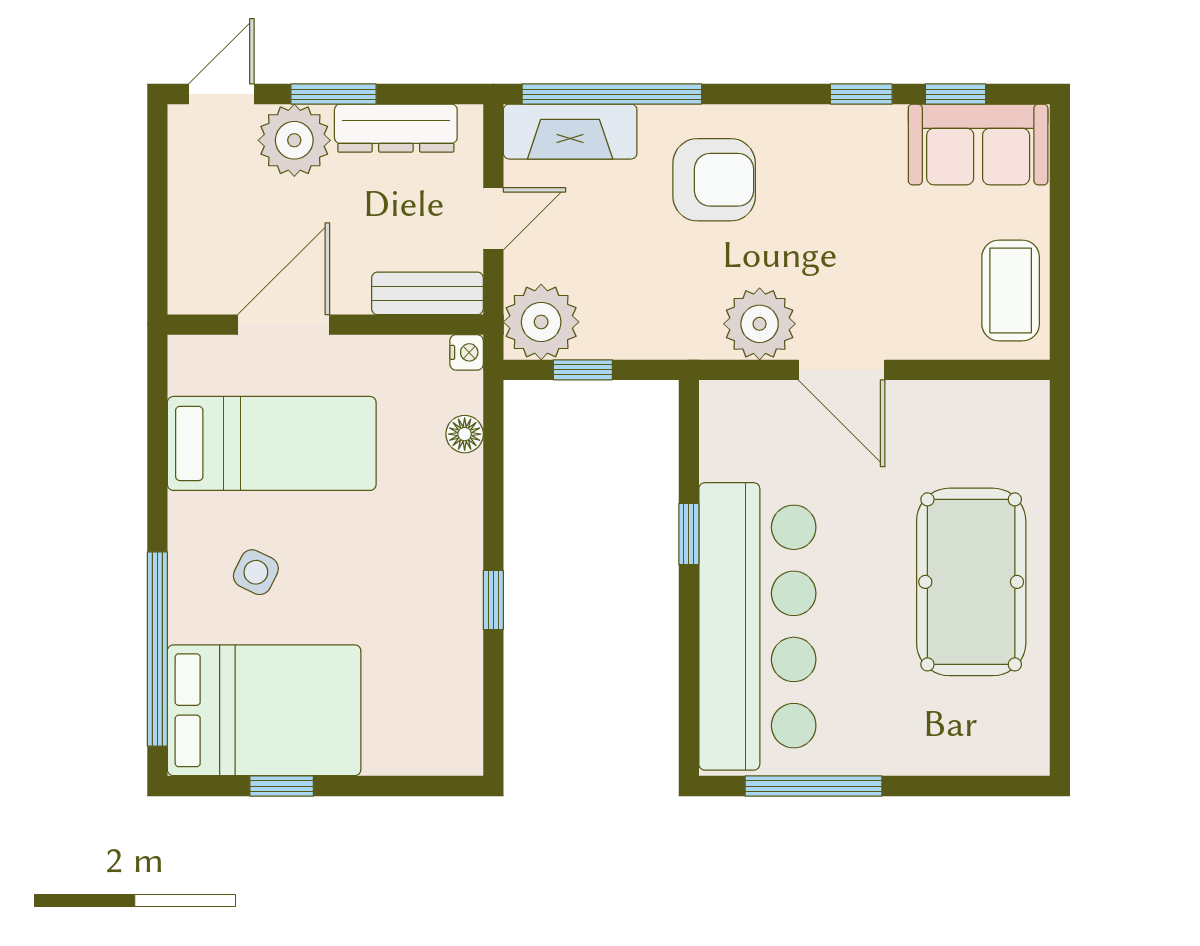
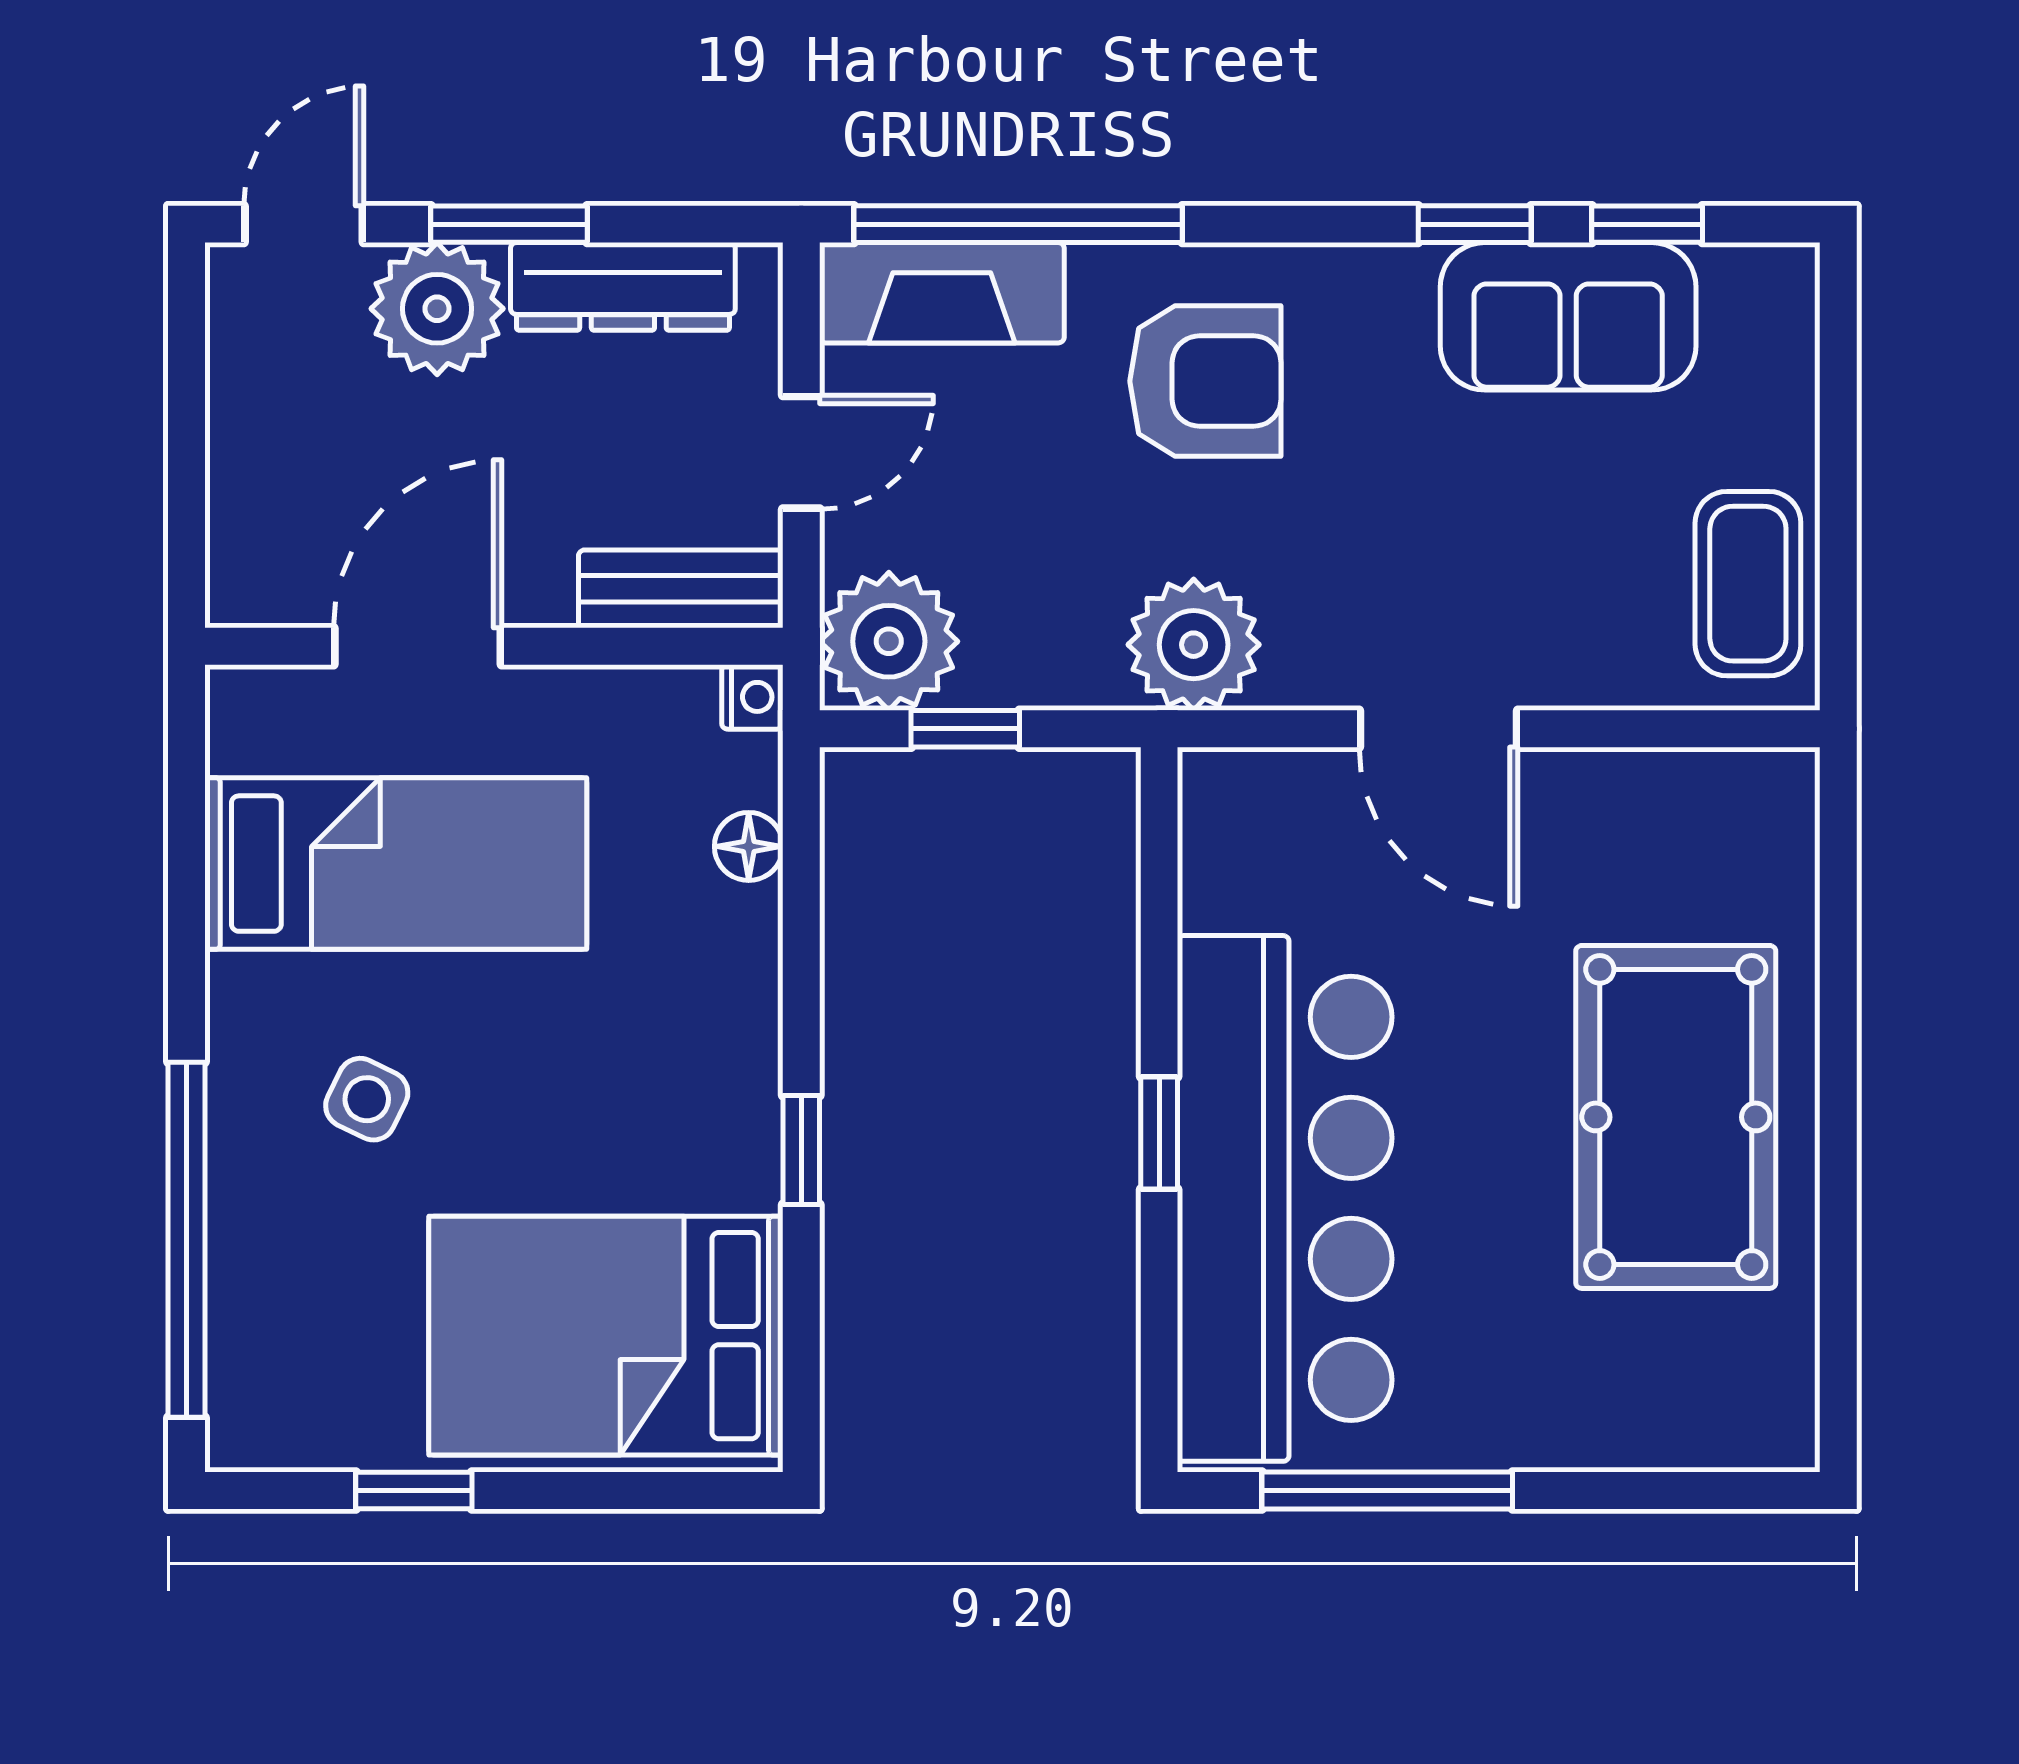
sofa: (978, 144) -> (1568, 316), moved
plant: (760, 324) -> (1194, 645), moved
window: (689, 534) -> (1159, 1133), moved
bed: (264, 710) -> (606, 1336), moved, turned 180

